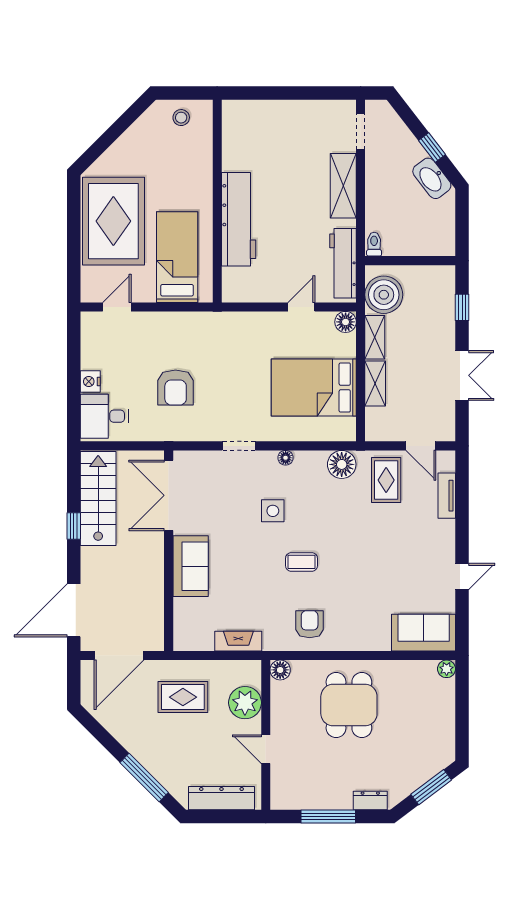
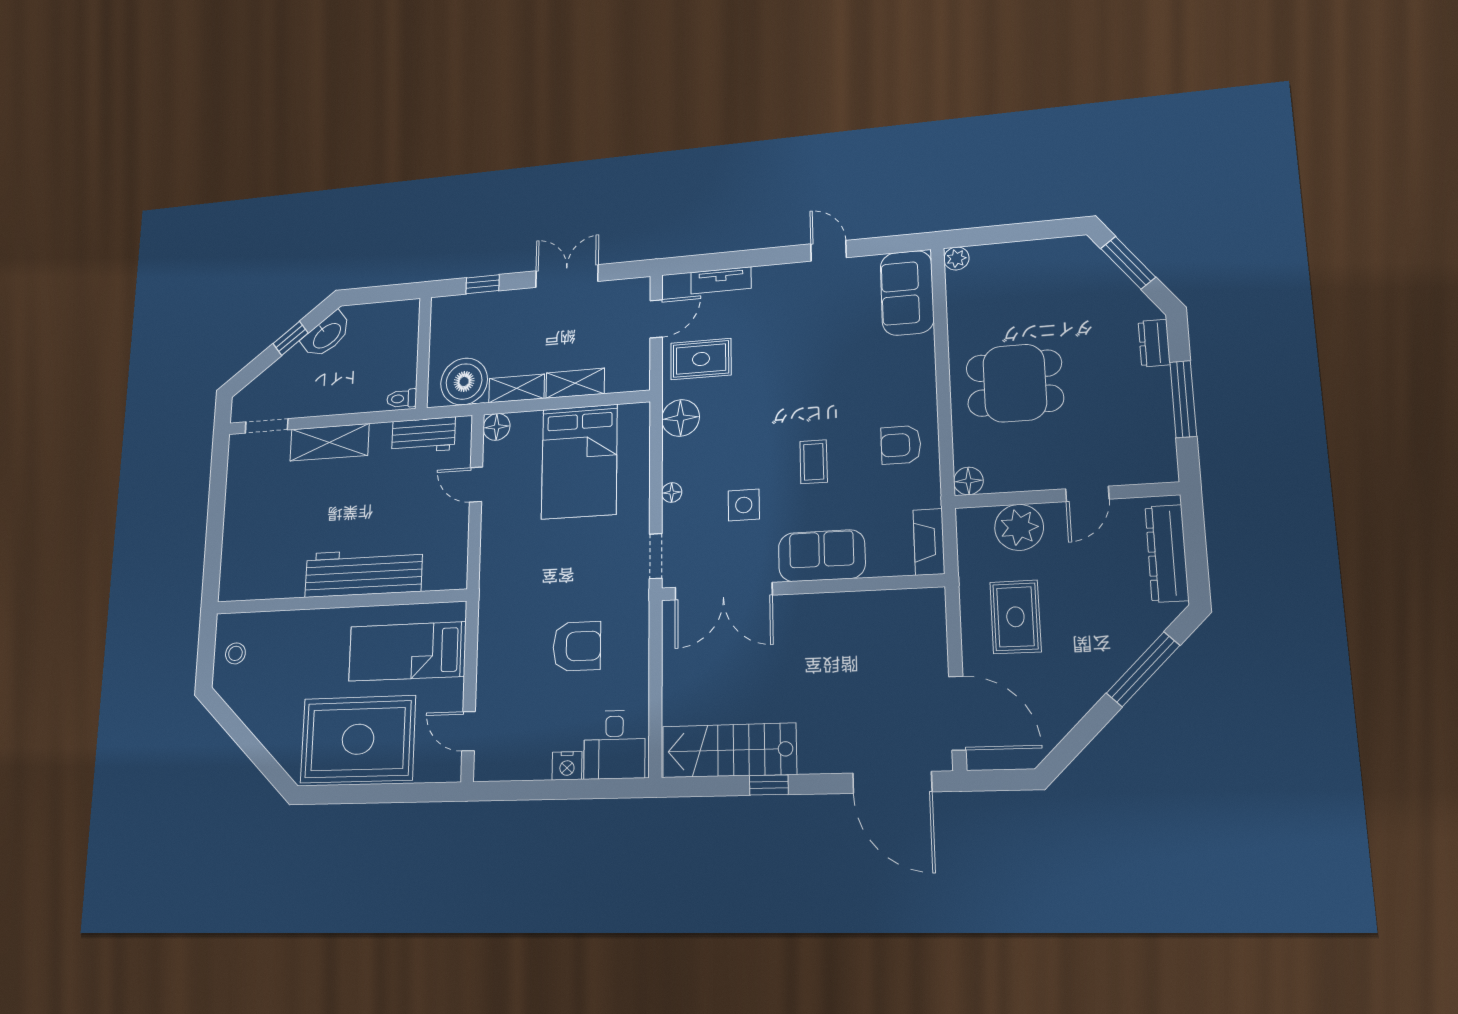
workbench: (343, 263) -> (423, 435), width x0.73
double door: (169, 495) -> (723, 591), moved
wall: (169, 551) -> (801, 587), moved
sofa: (191, 566) -> (822, 556), moved

